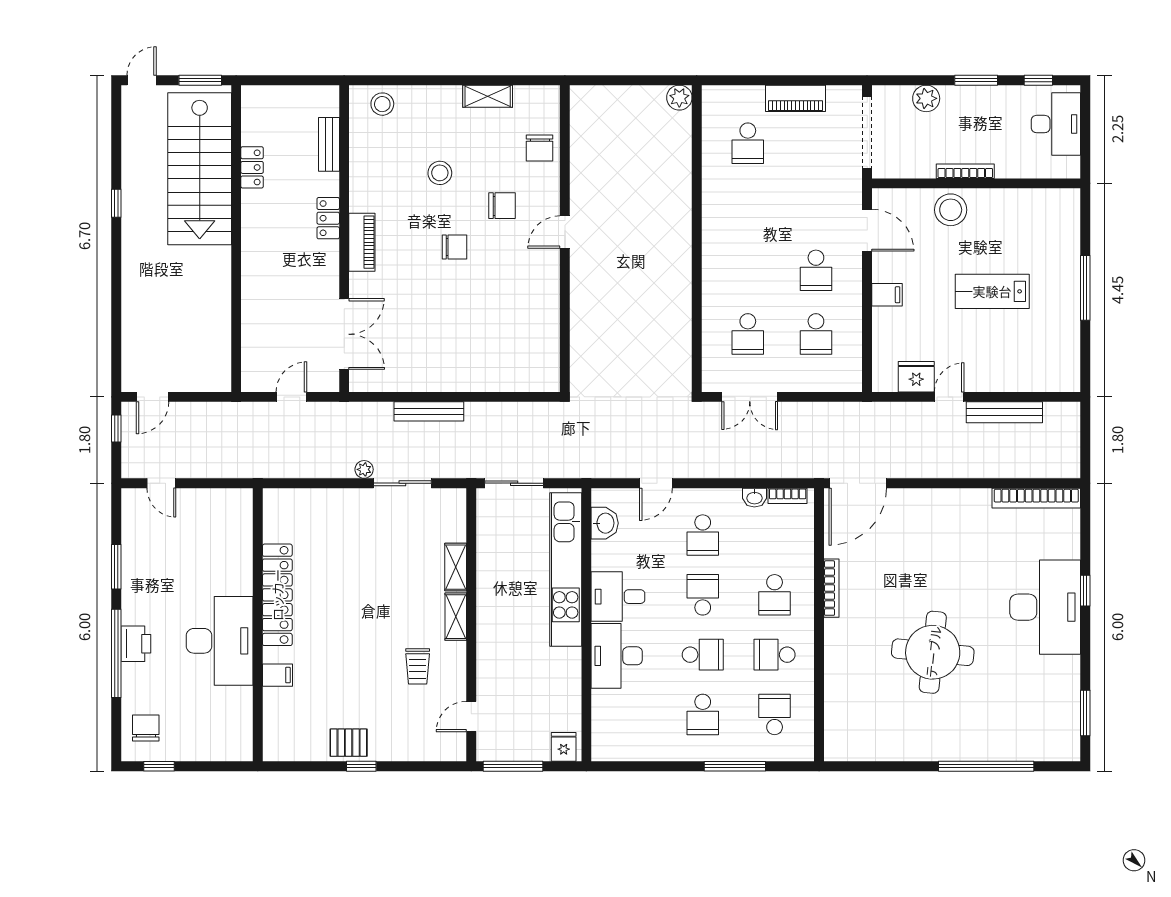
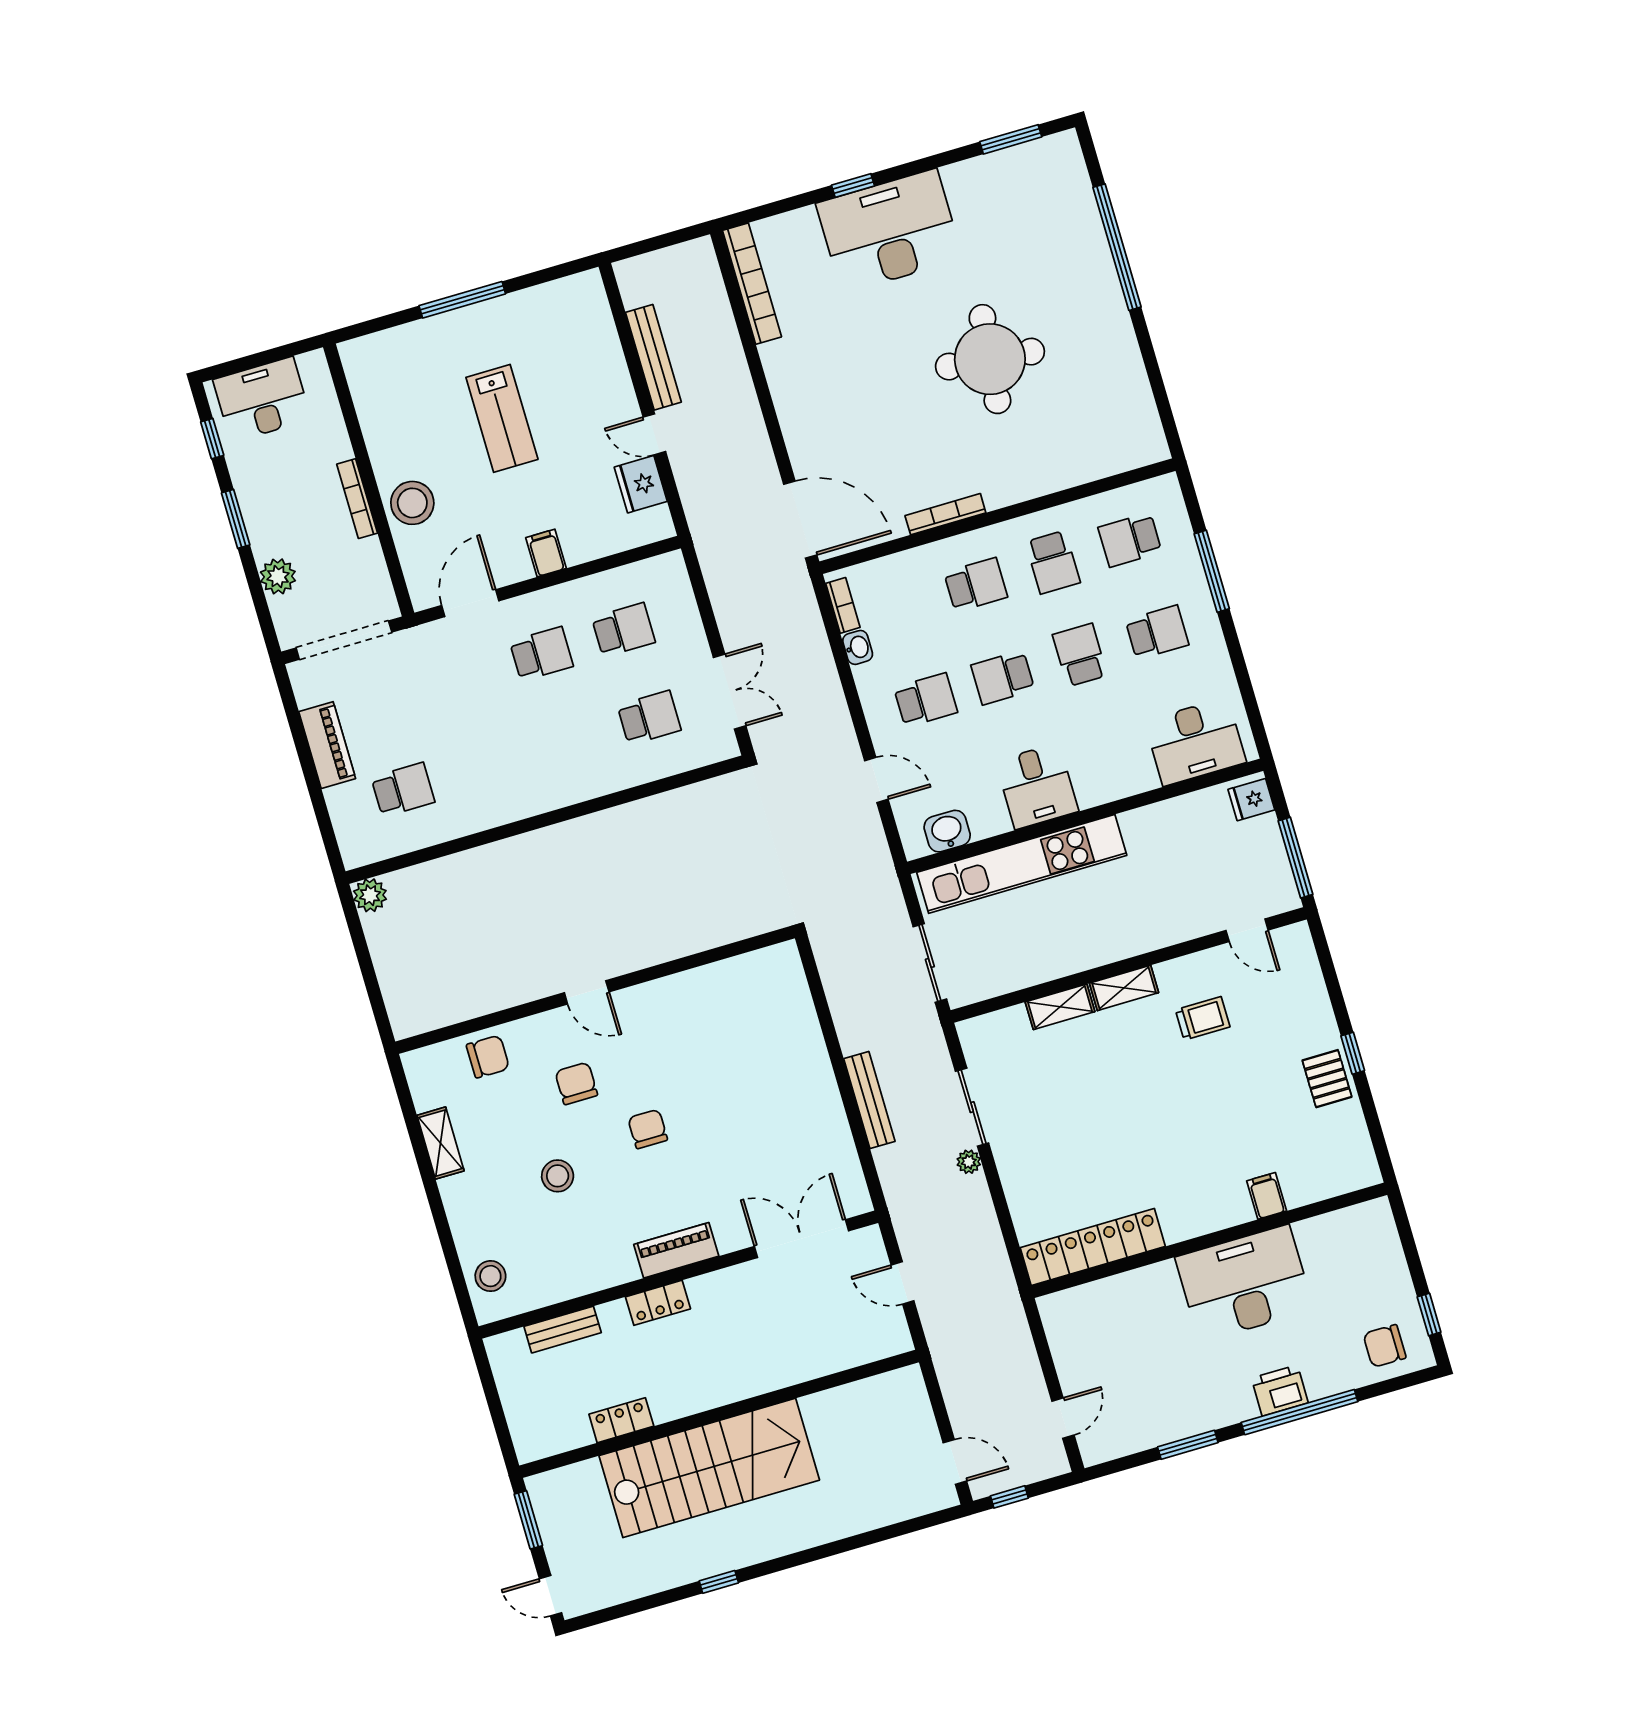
stairs: (200, 169) -> (709, 1468), moved
locker: (277, 595) -> (1093, 1247), moved
desk: (617, 656) -> (1195, 742), moved

